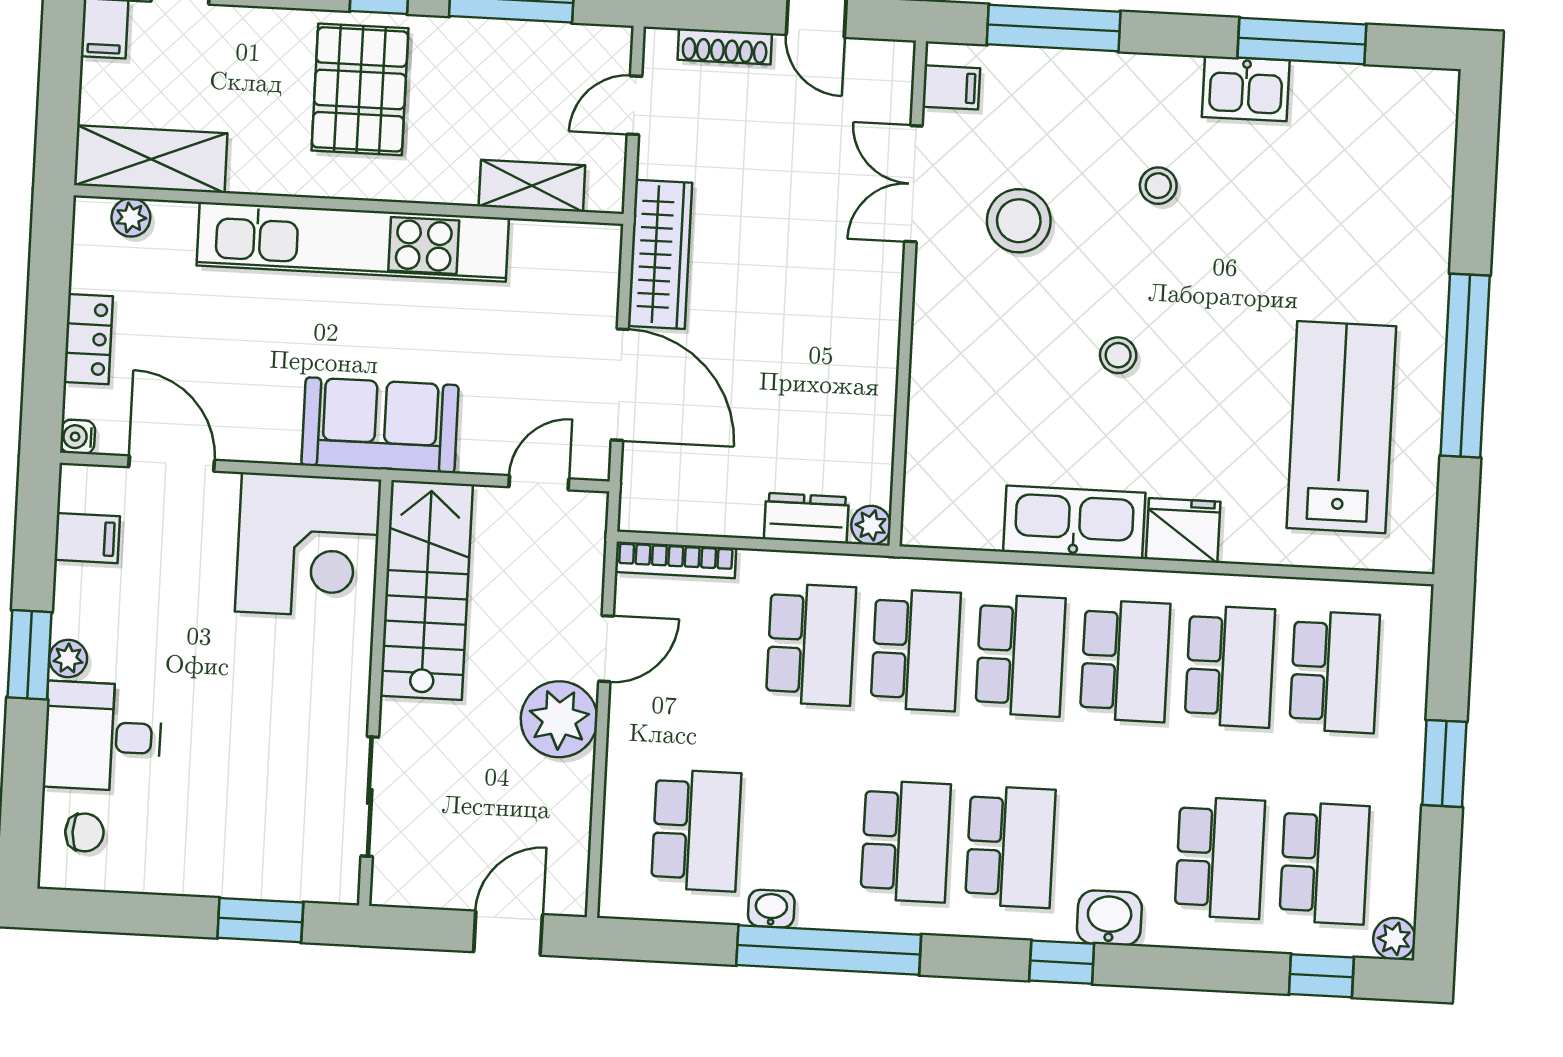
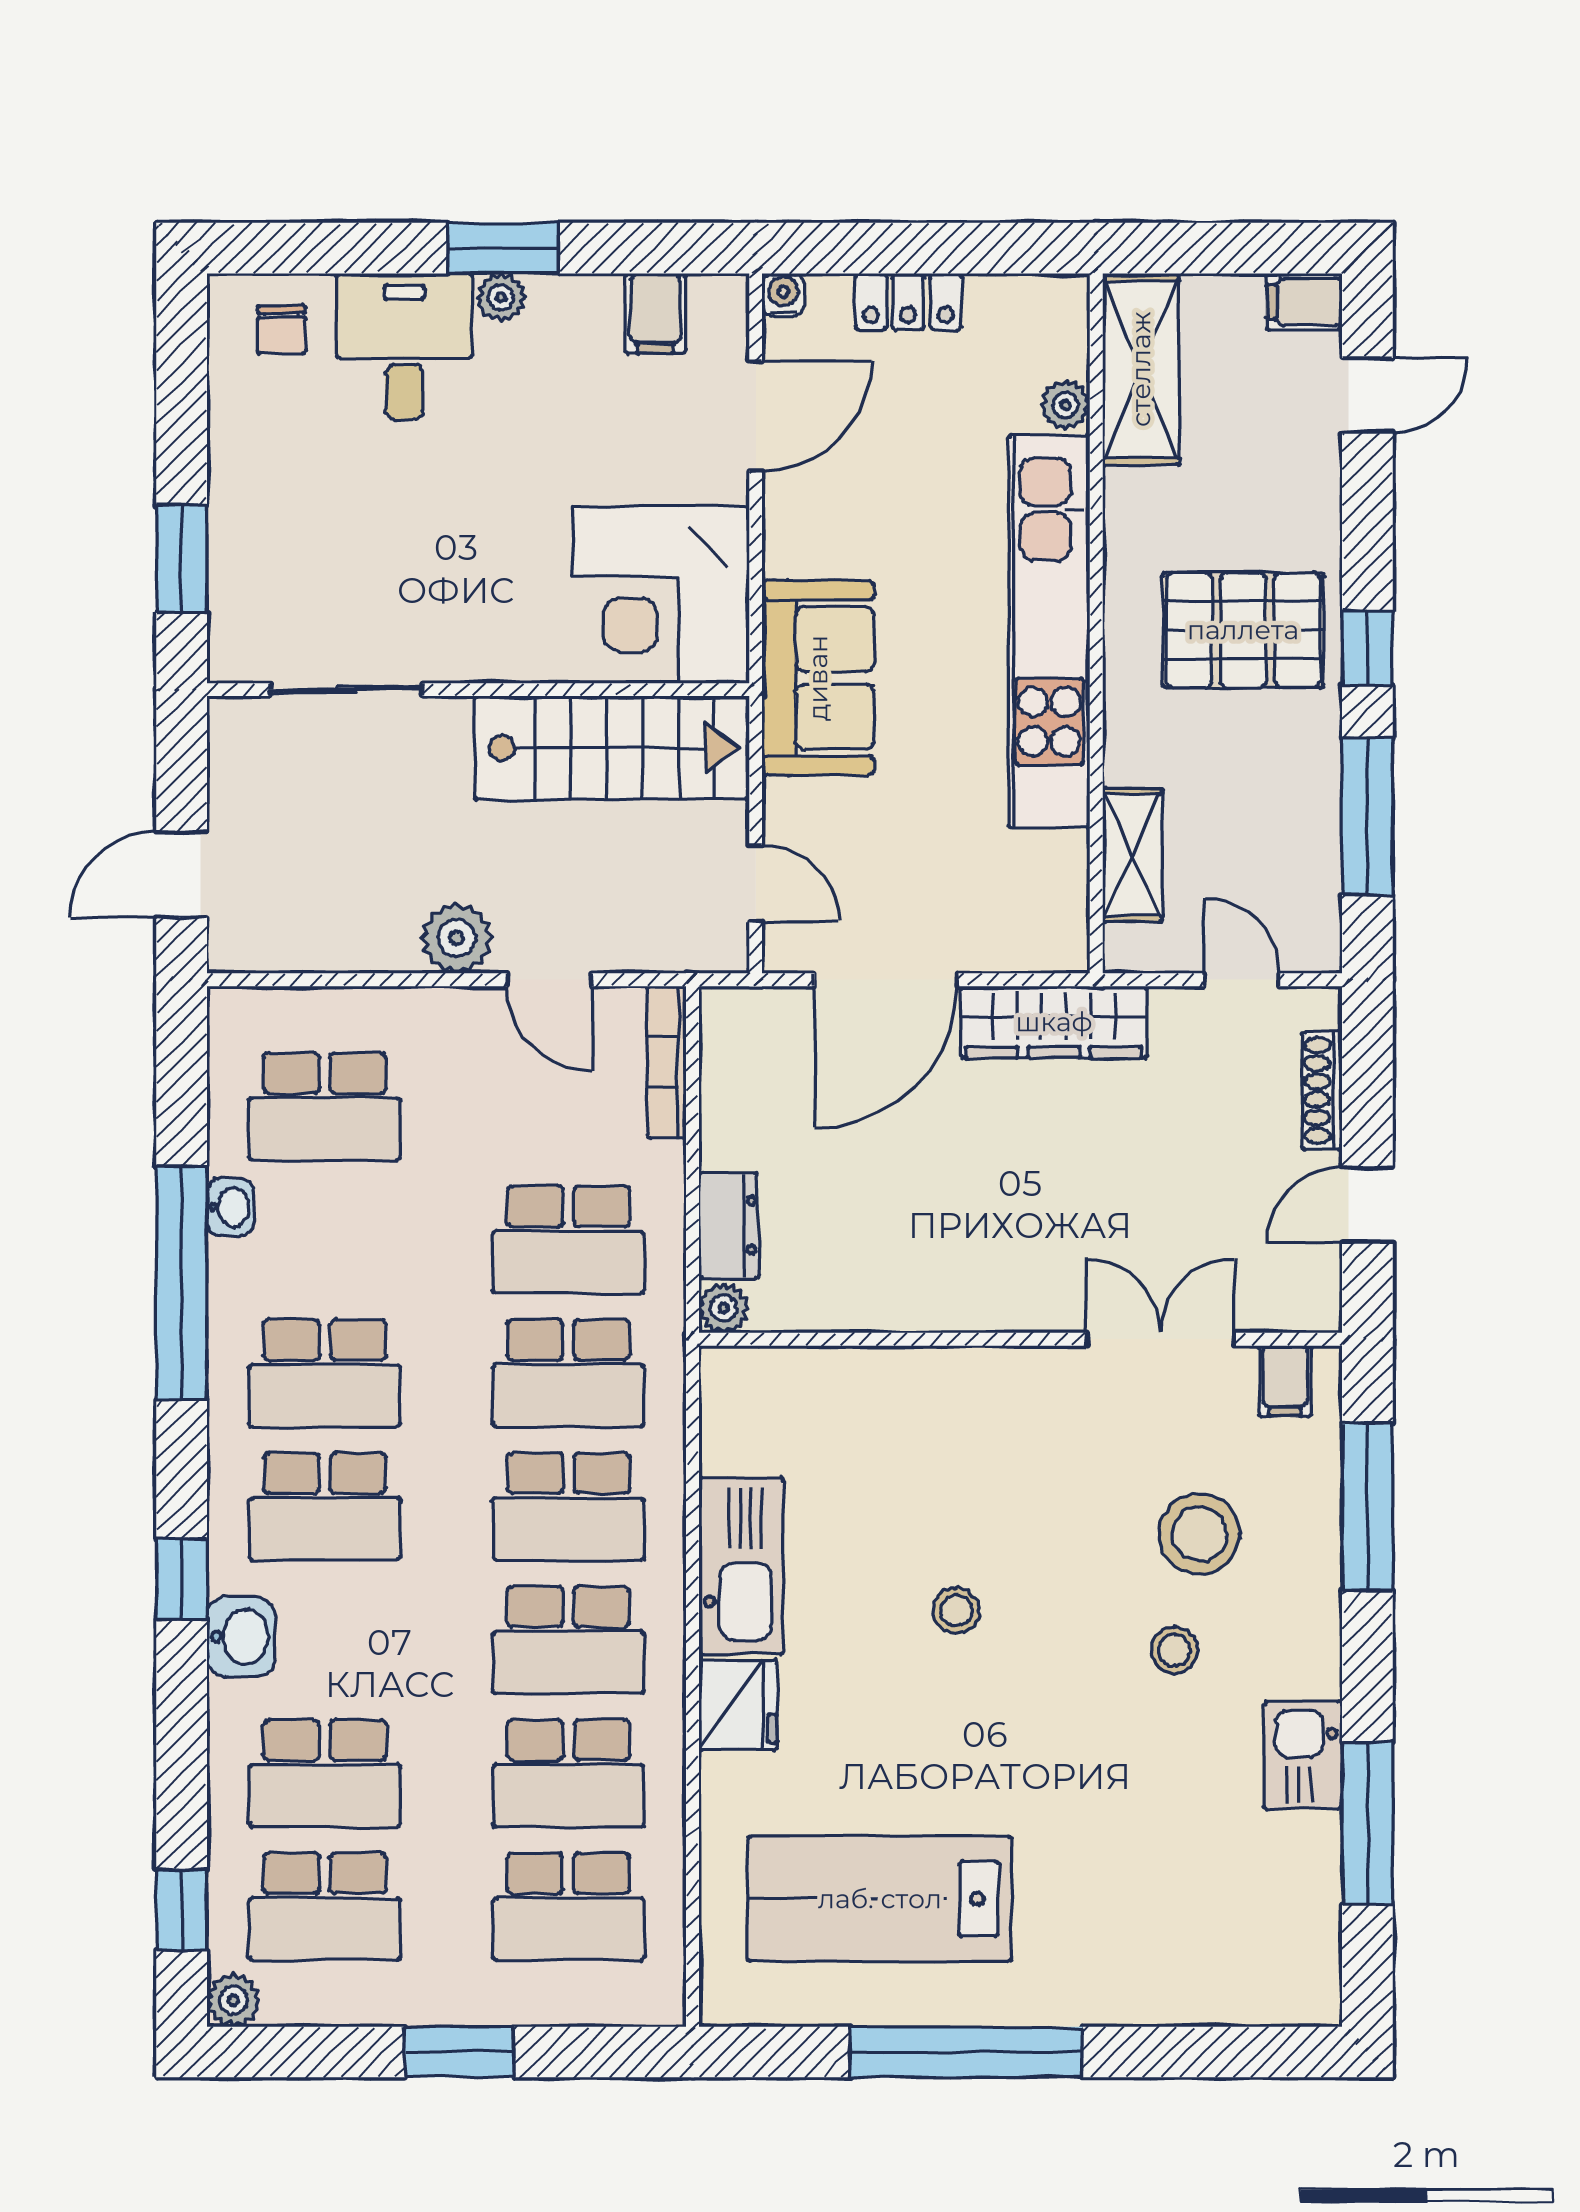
plant: (131, 217) -> (1065, 405), moved
stool: (1019, 221) -> (1199, 1534), moved
lab bench: (1341, 427) -> (880, 1899), turned 180
plant: (559, 719) -> (457, 938), width x0.73, depth x0.73
door: (508, 933) -> (182, 874), swing flipped

